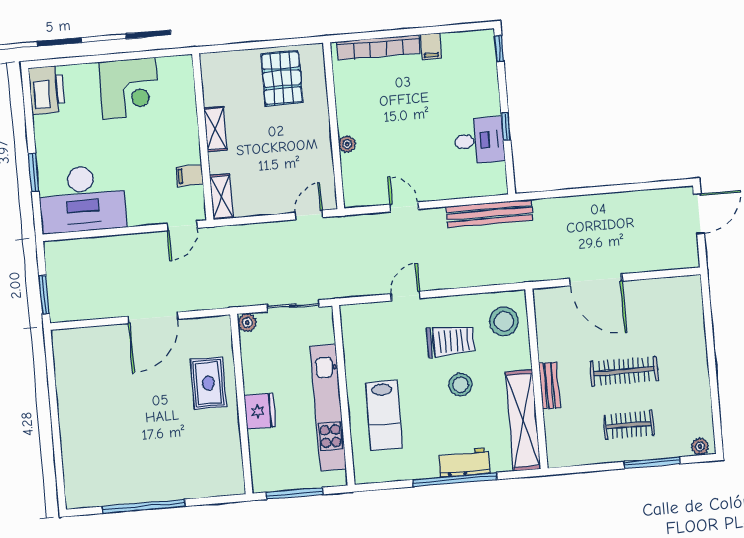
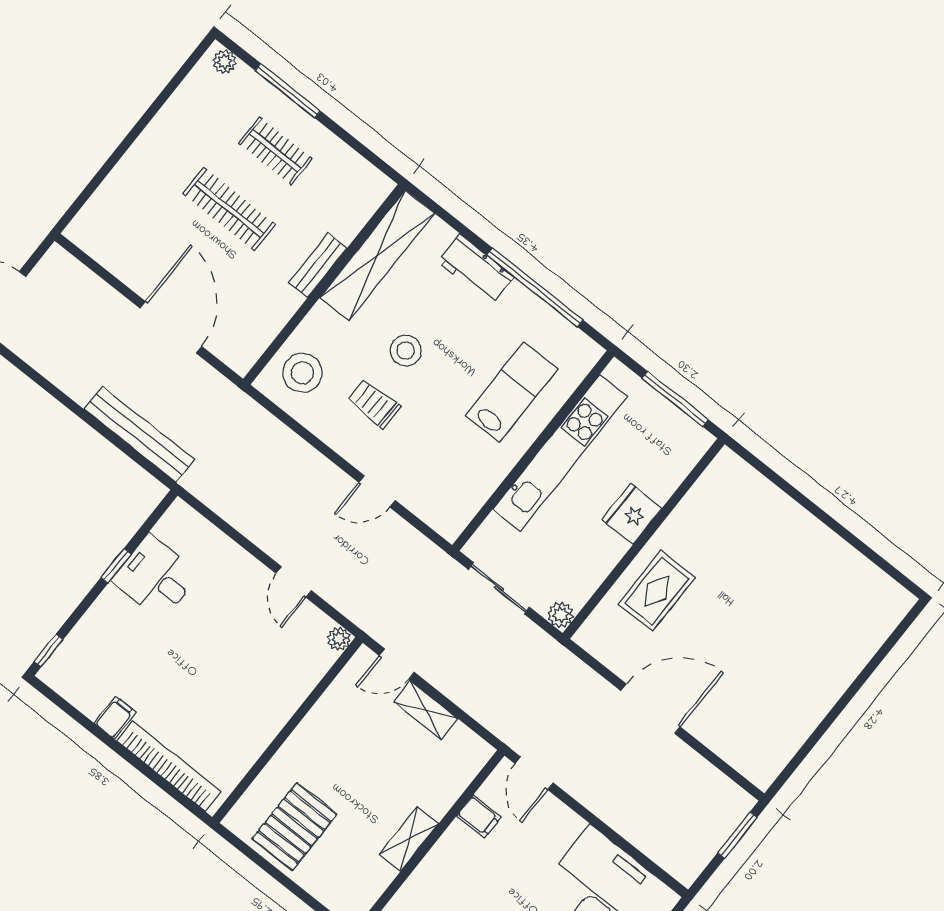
plant: (347, 144) -> (339, 639), moved
shelving: (221, 197) -> (426, 710), moved, turned 90
bench: (489, 214) -> (139, 434), moved
door: (182, 226) -> (534, 773), swing flipped
trolley: (451, 341) -> (374, 404), width x0.73, depth x0.72
window: (455, 480) -> (535, 287), moved
window: (144, 506) -> (838, 529), removed

